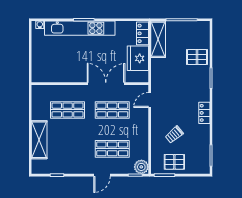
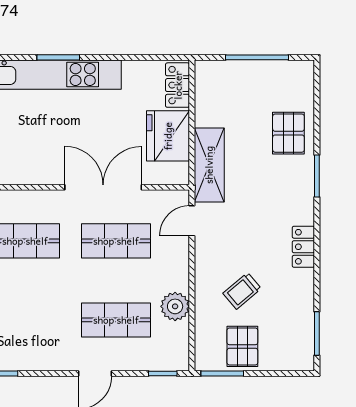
shelving: (158, 39) -> (209, 165), moved
pallet: (197, 57) -> (288, 133), turned 90
pallet: (174, 162) -> (242, 346), turned 90
plant: (141, 167) -> (175, 306), moved

